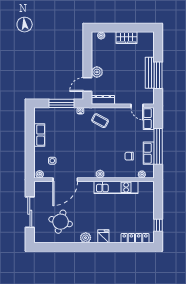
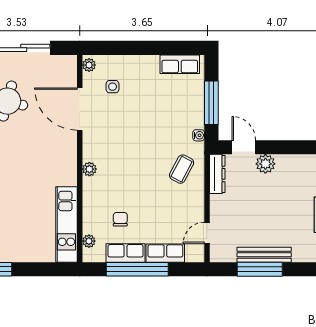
row of seats: (149, 119) -> (165, 253), moved
row of seats: (39, 135) -> (180, 64), moved
kitchen unit: (116, 187) -> (66, 224), moved

